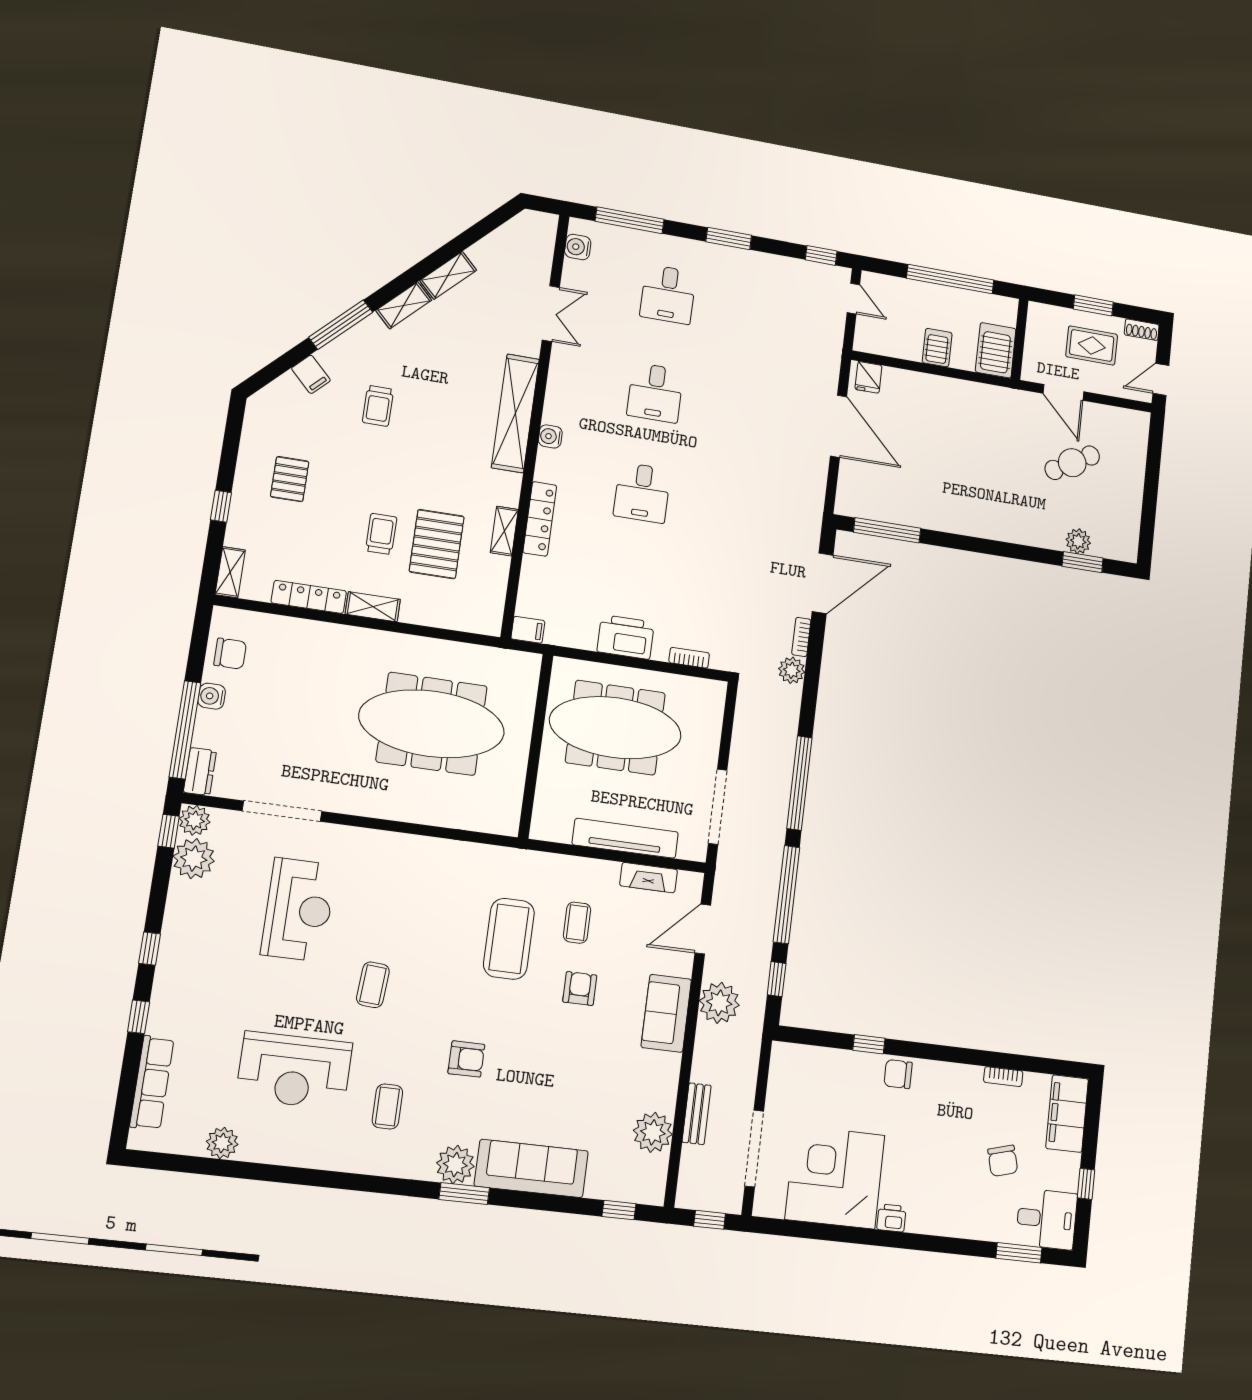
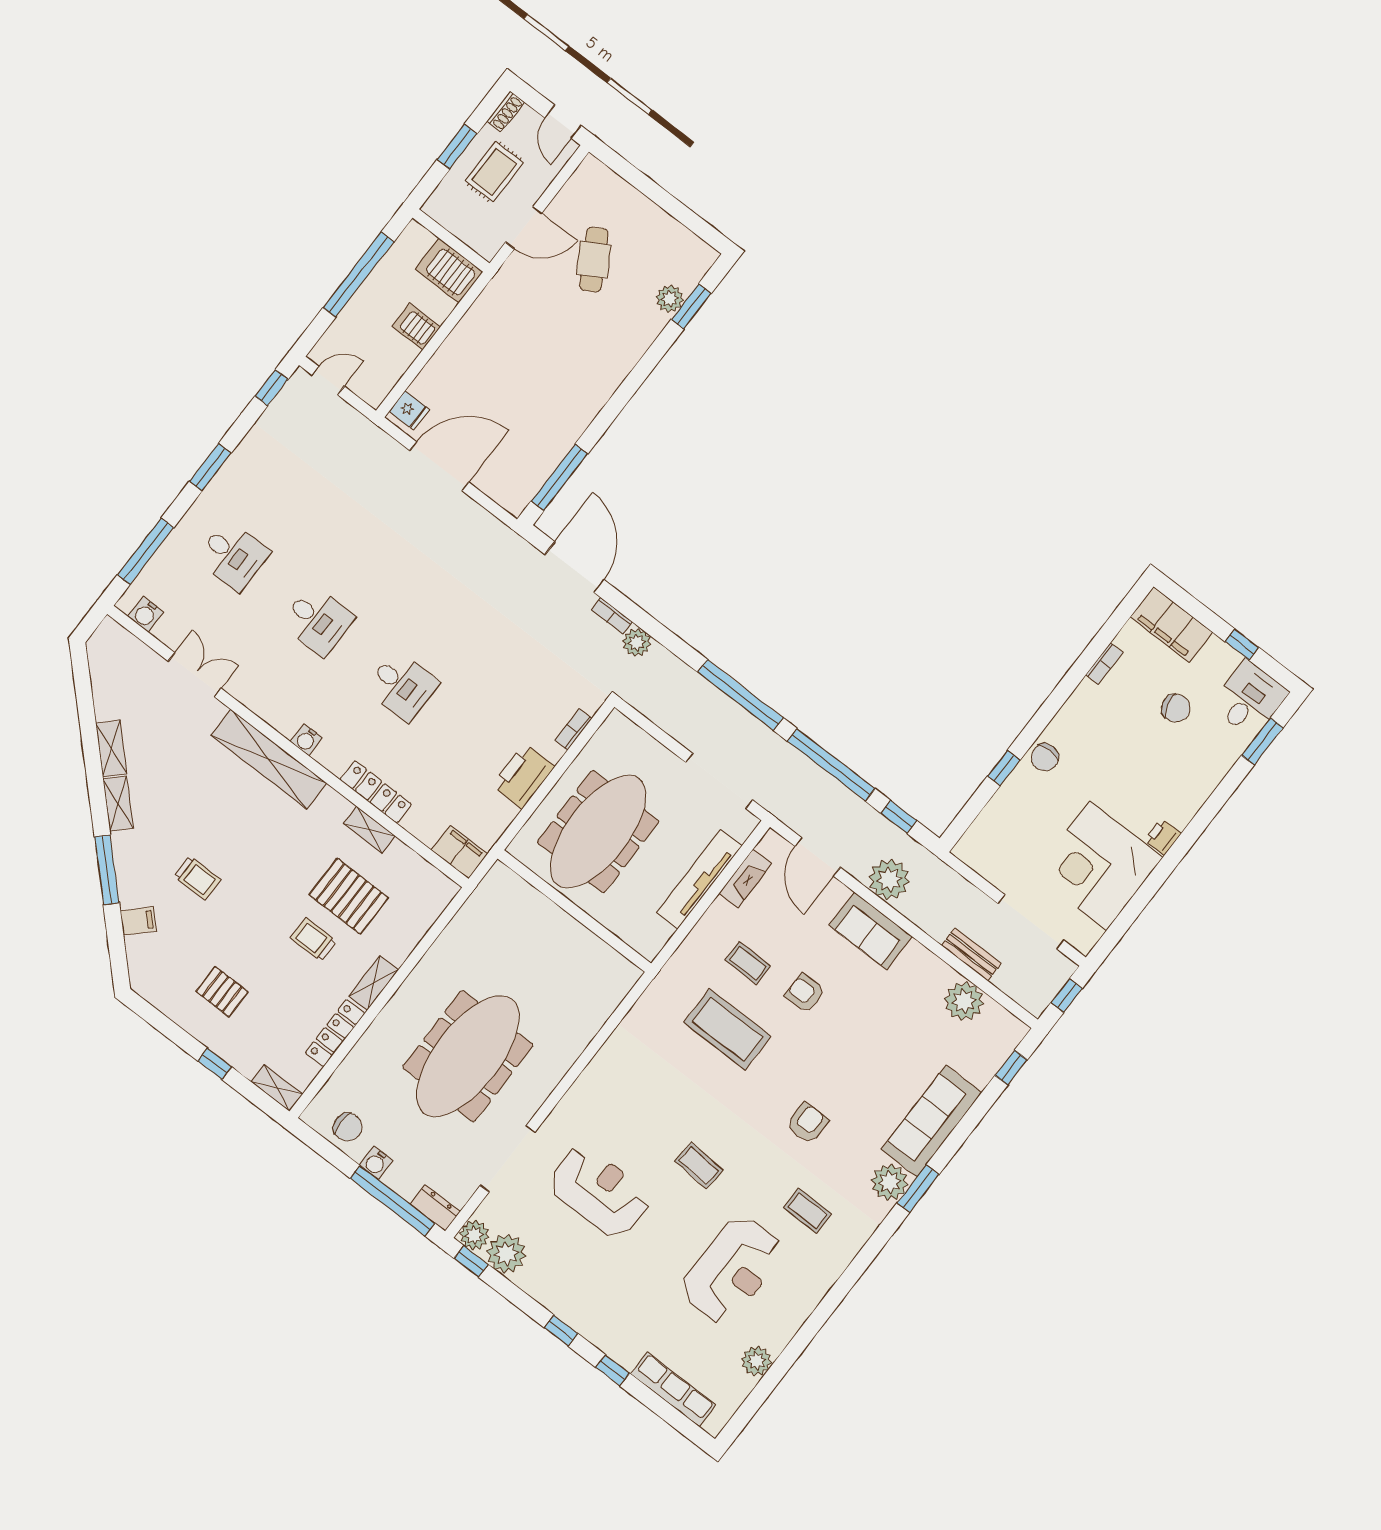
filing cabinet: (528, 630) -> (459, 852), width x2.00
chair: (230, 654) -> (348, 1127), turned 90
meeting table: (432, 724) -> (468, 1056), moved

